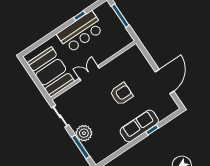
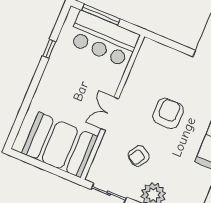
bar counter: (81, 32) -> (104, 39), moved, turned 90
armchair: (90, 107) -> (139, 156), added

